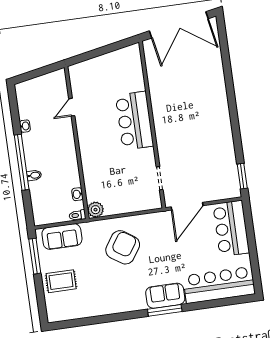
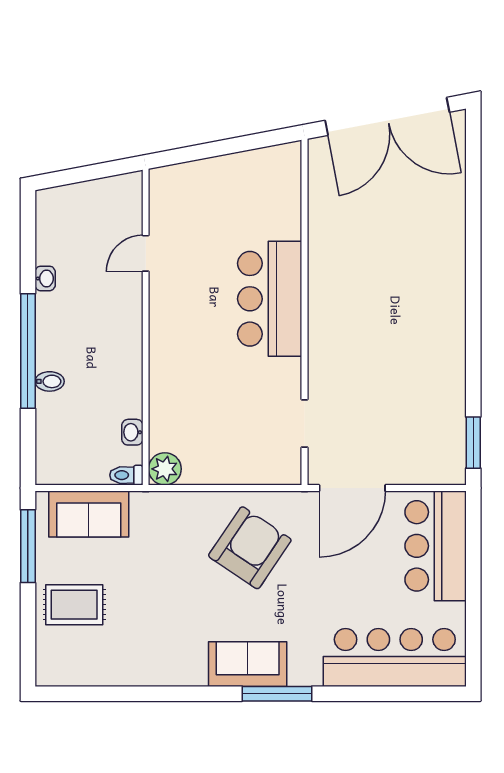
armchair: (123, 247) -> (250, 548), moved
sofa: (165, 296) -> (248, 664), moved

